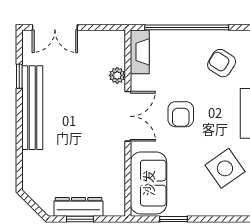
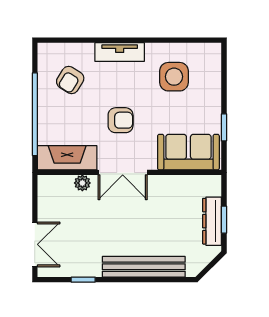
fireplace: (140, 52) -> (67, 158), width x1.37, depth x1.32
bench: (32, 108) -> (144, 267), moved
double door: (128, 116) -> (123, 172), swing flipped
side table: (225, 168) -> (174, 77), turned 35

